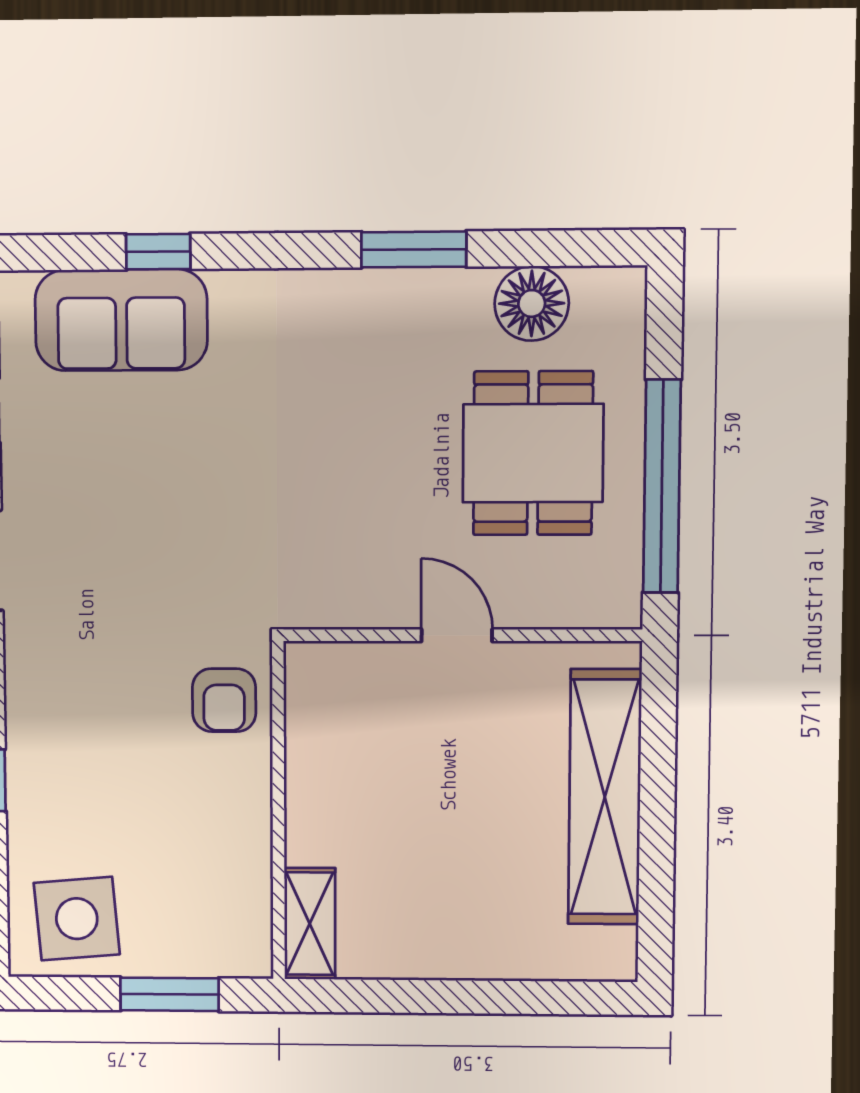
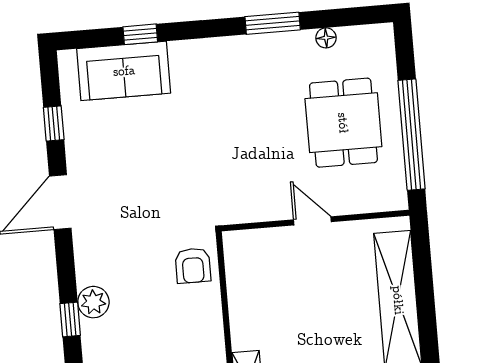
floor lamp: (532, 303) -> (326, 38), width x0.53, depth x0.53
plant: (34, 752) -> (93, 302), added

